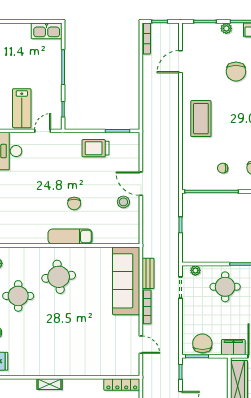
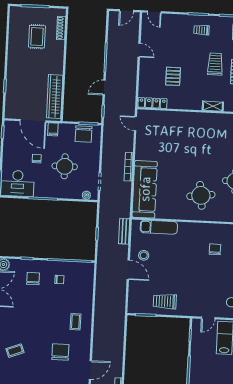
chair: (236, 72) -> (60, 352), moved
coffee table: (201, 119) -> (76, 322), width x0.54, depth x0.58
trolley: (95, 148) -> (165, 301), turned 180
chair: (74, 203) -> (215, 249), moved
exam couch: (70, 236) -> (159, 227), moved
bench: (148, 273) -> (124, 231), moved
round table: (225, 287) -> (65, 166), moved
door: (141, 345) -> (135, 124), moved
filing cabinet: (233, 347) -> (53, 129), width x0.50

